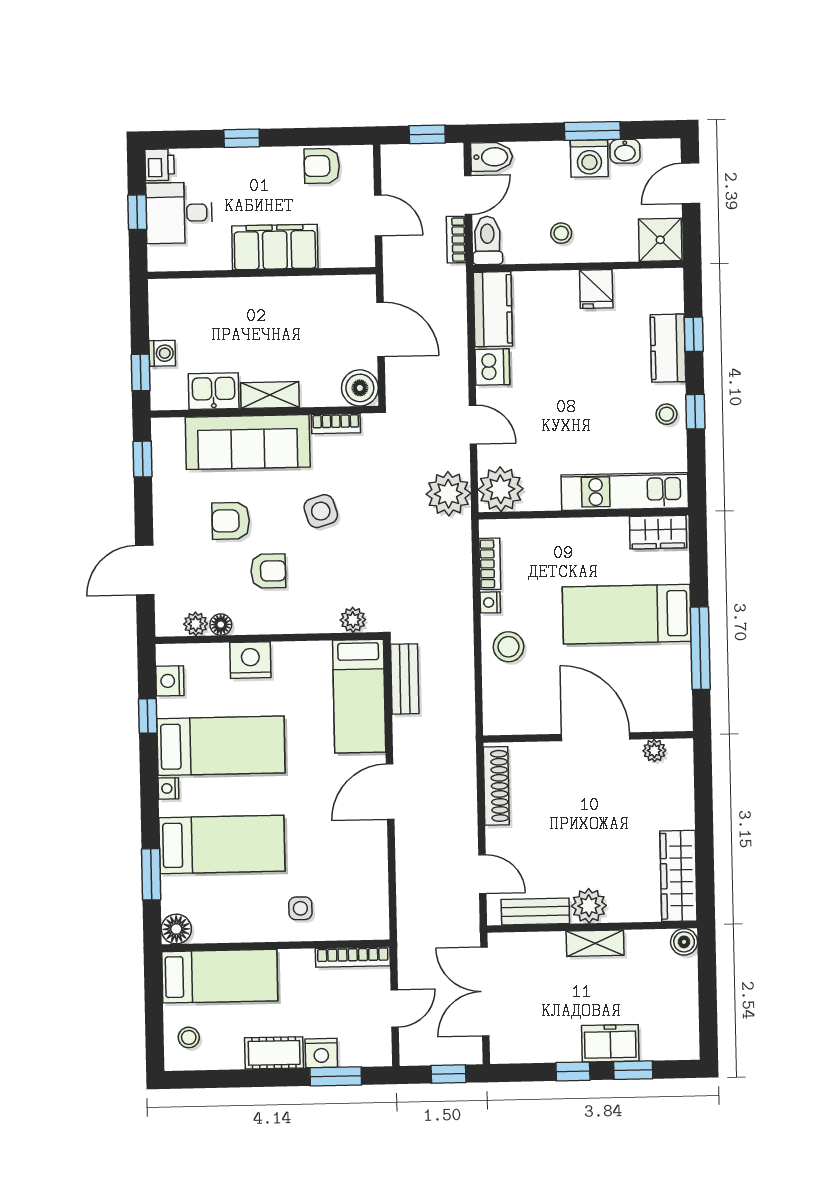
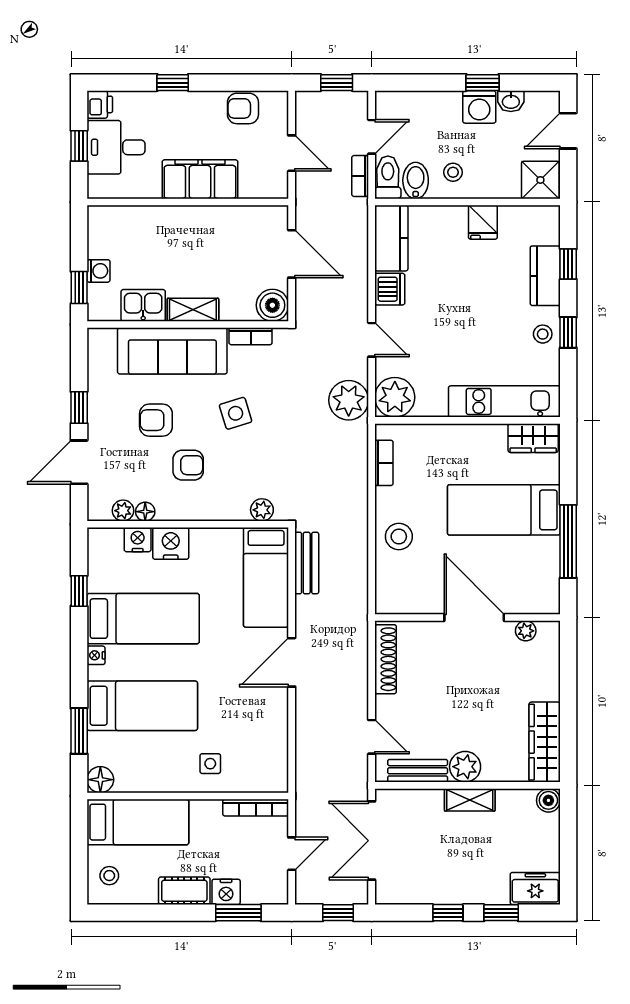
window: (592, 131) -> (482, 83), width x0.67
bidet: (492, 157) -> (416, 180), moved, turned -90
window: (142, 459) -> (79, 408), moved
nightstand: (490, 602) -> (384, 497), removed
nightstand: (170, 681) -> (138, 540), moved, turned 90
freezer: (610, 1043) -> (535, 889), moved

